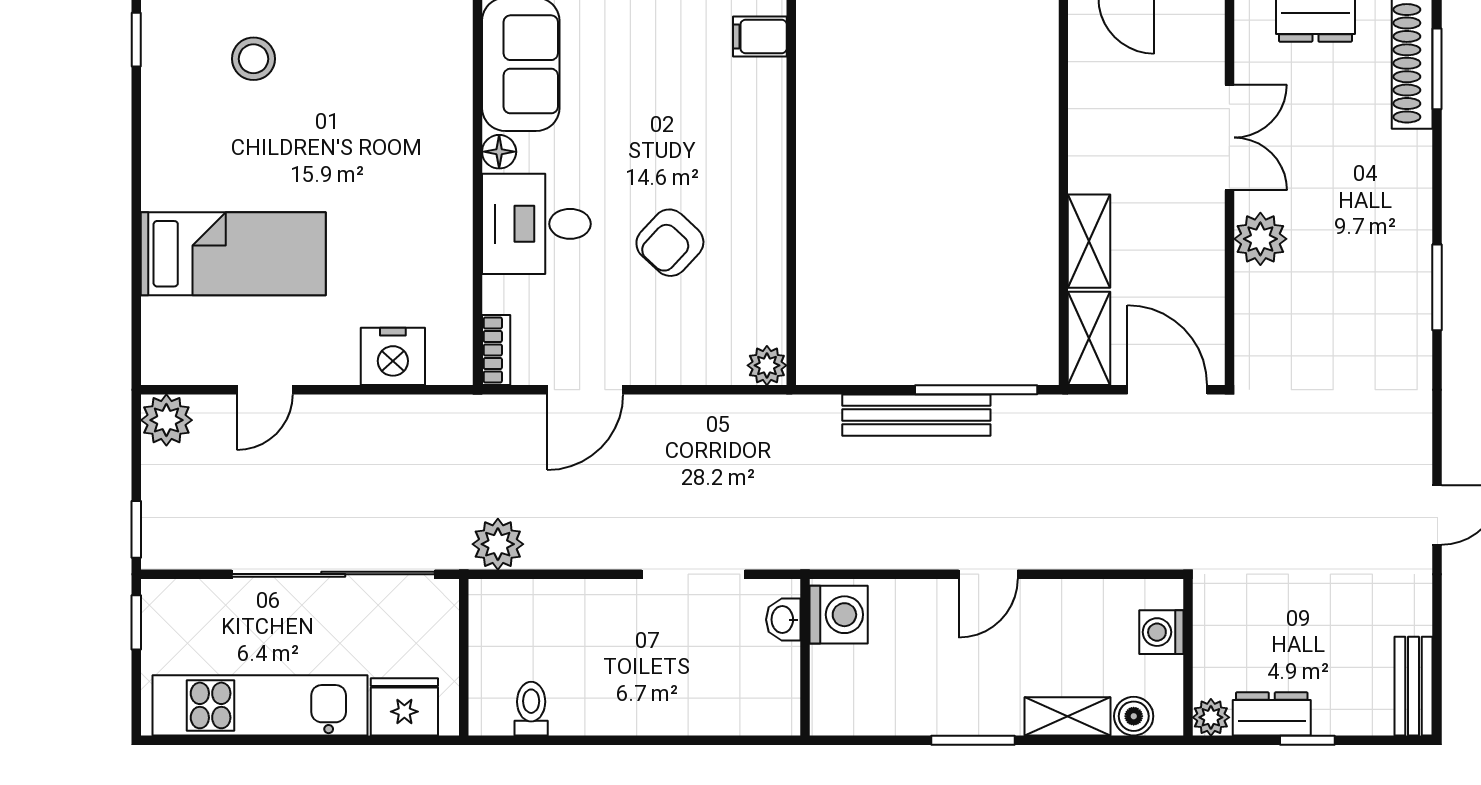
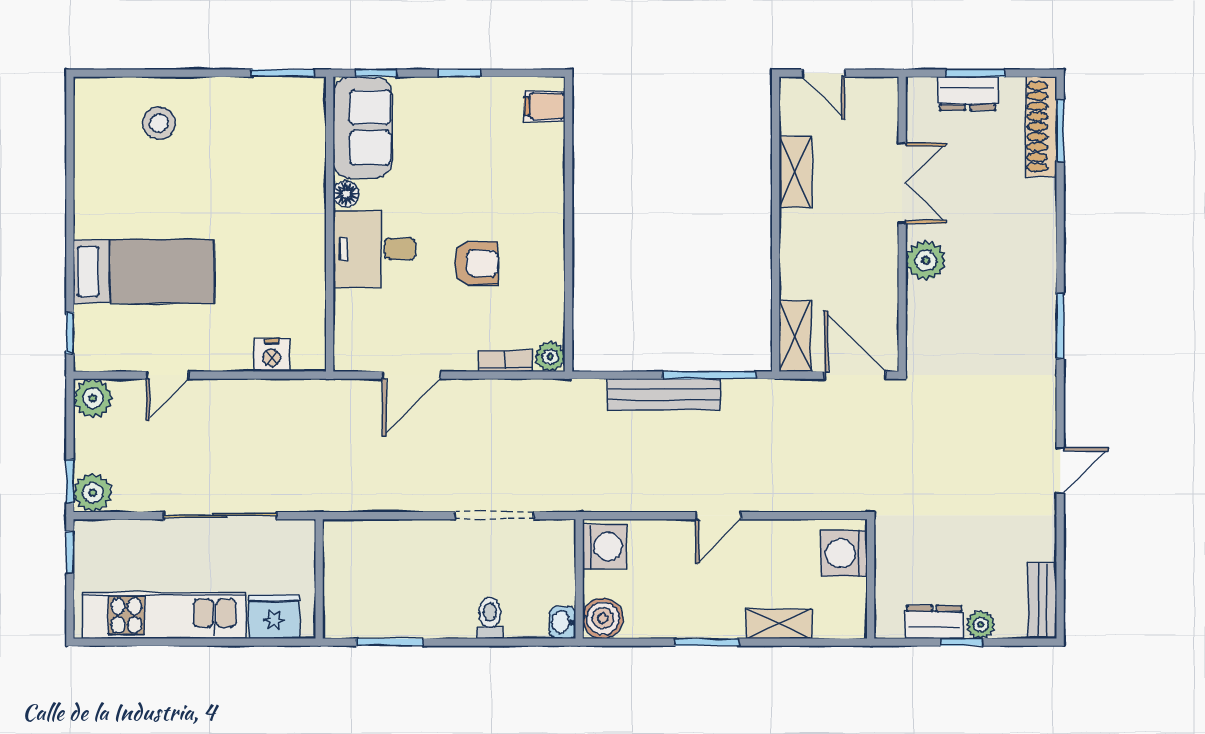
window: (136, 40) -> (70, 333), moved
shelving: (1089, 241) -> (795, 172), moved
armchair: (670, 243) -> (476, 263), turned -133
window: (1437, 287) -> (1060, 325), moved
bookcase: (496, 350) -> (506, 361), moved, turned -90
nightstand: (393, 356) -> (272, 355), width x0.74, depth x0.75
plant: (498, 544) -> (93, 493), moved
sliding door: (333, 574) -> (220, 516), width x0.73
washbasin: (783, 620) -> (562, 622), moved
washing machine: (1161, 632) -> (844, 553), width x1.38, depth x1.38
toilet: (531, 709) -> (490, 618), moved
boiler: (1134, 716) -> (603, 618), moved, width x1.36, depth x1.36
plant: (1211, 717) -> (981, 625), moved
window: (557, 740) -> (390, 642), added

